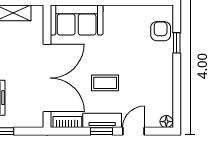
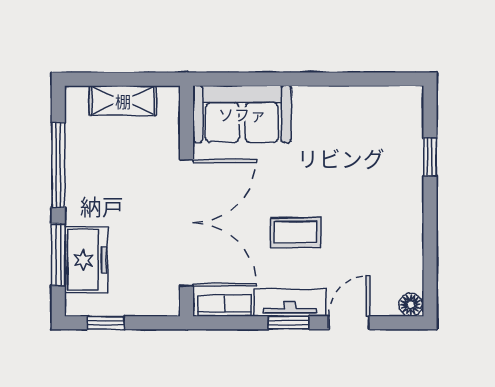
armchair: (161, 31) -> (400, 135), removed

